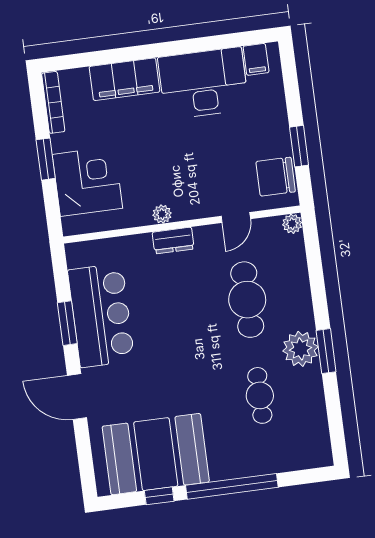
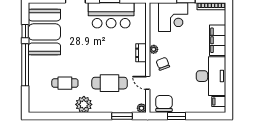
chair: (191, 190) -> (163, 64), added
window: (326, 351) -> (122, 116), moved

